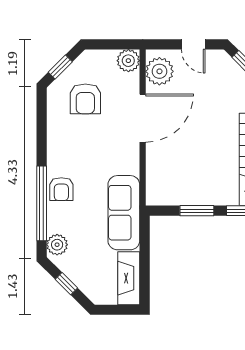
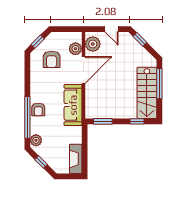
plant: (128, 61) -> (75, 49), moved
window: (197, 211) -> (103, 121), moved
sofa: (124, 213) -> (73, 105), moved

